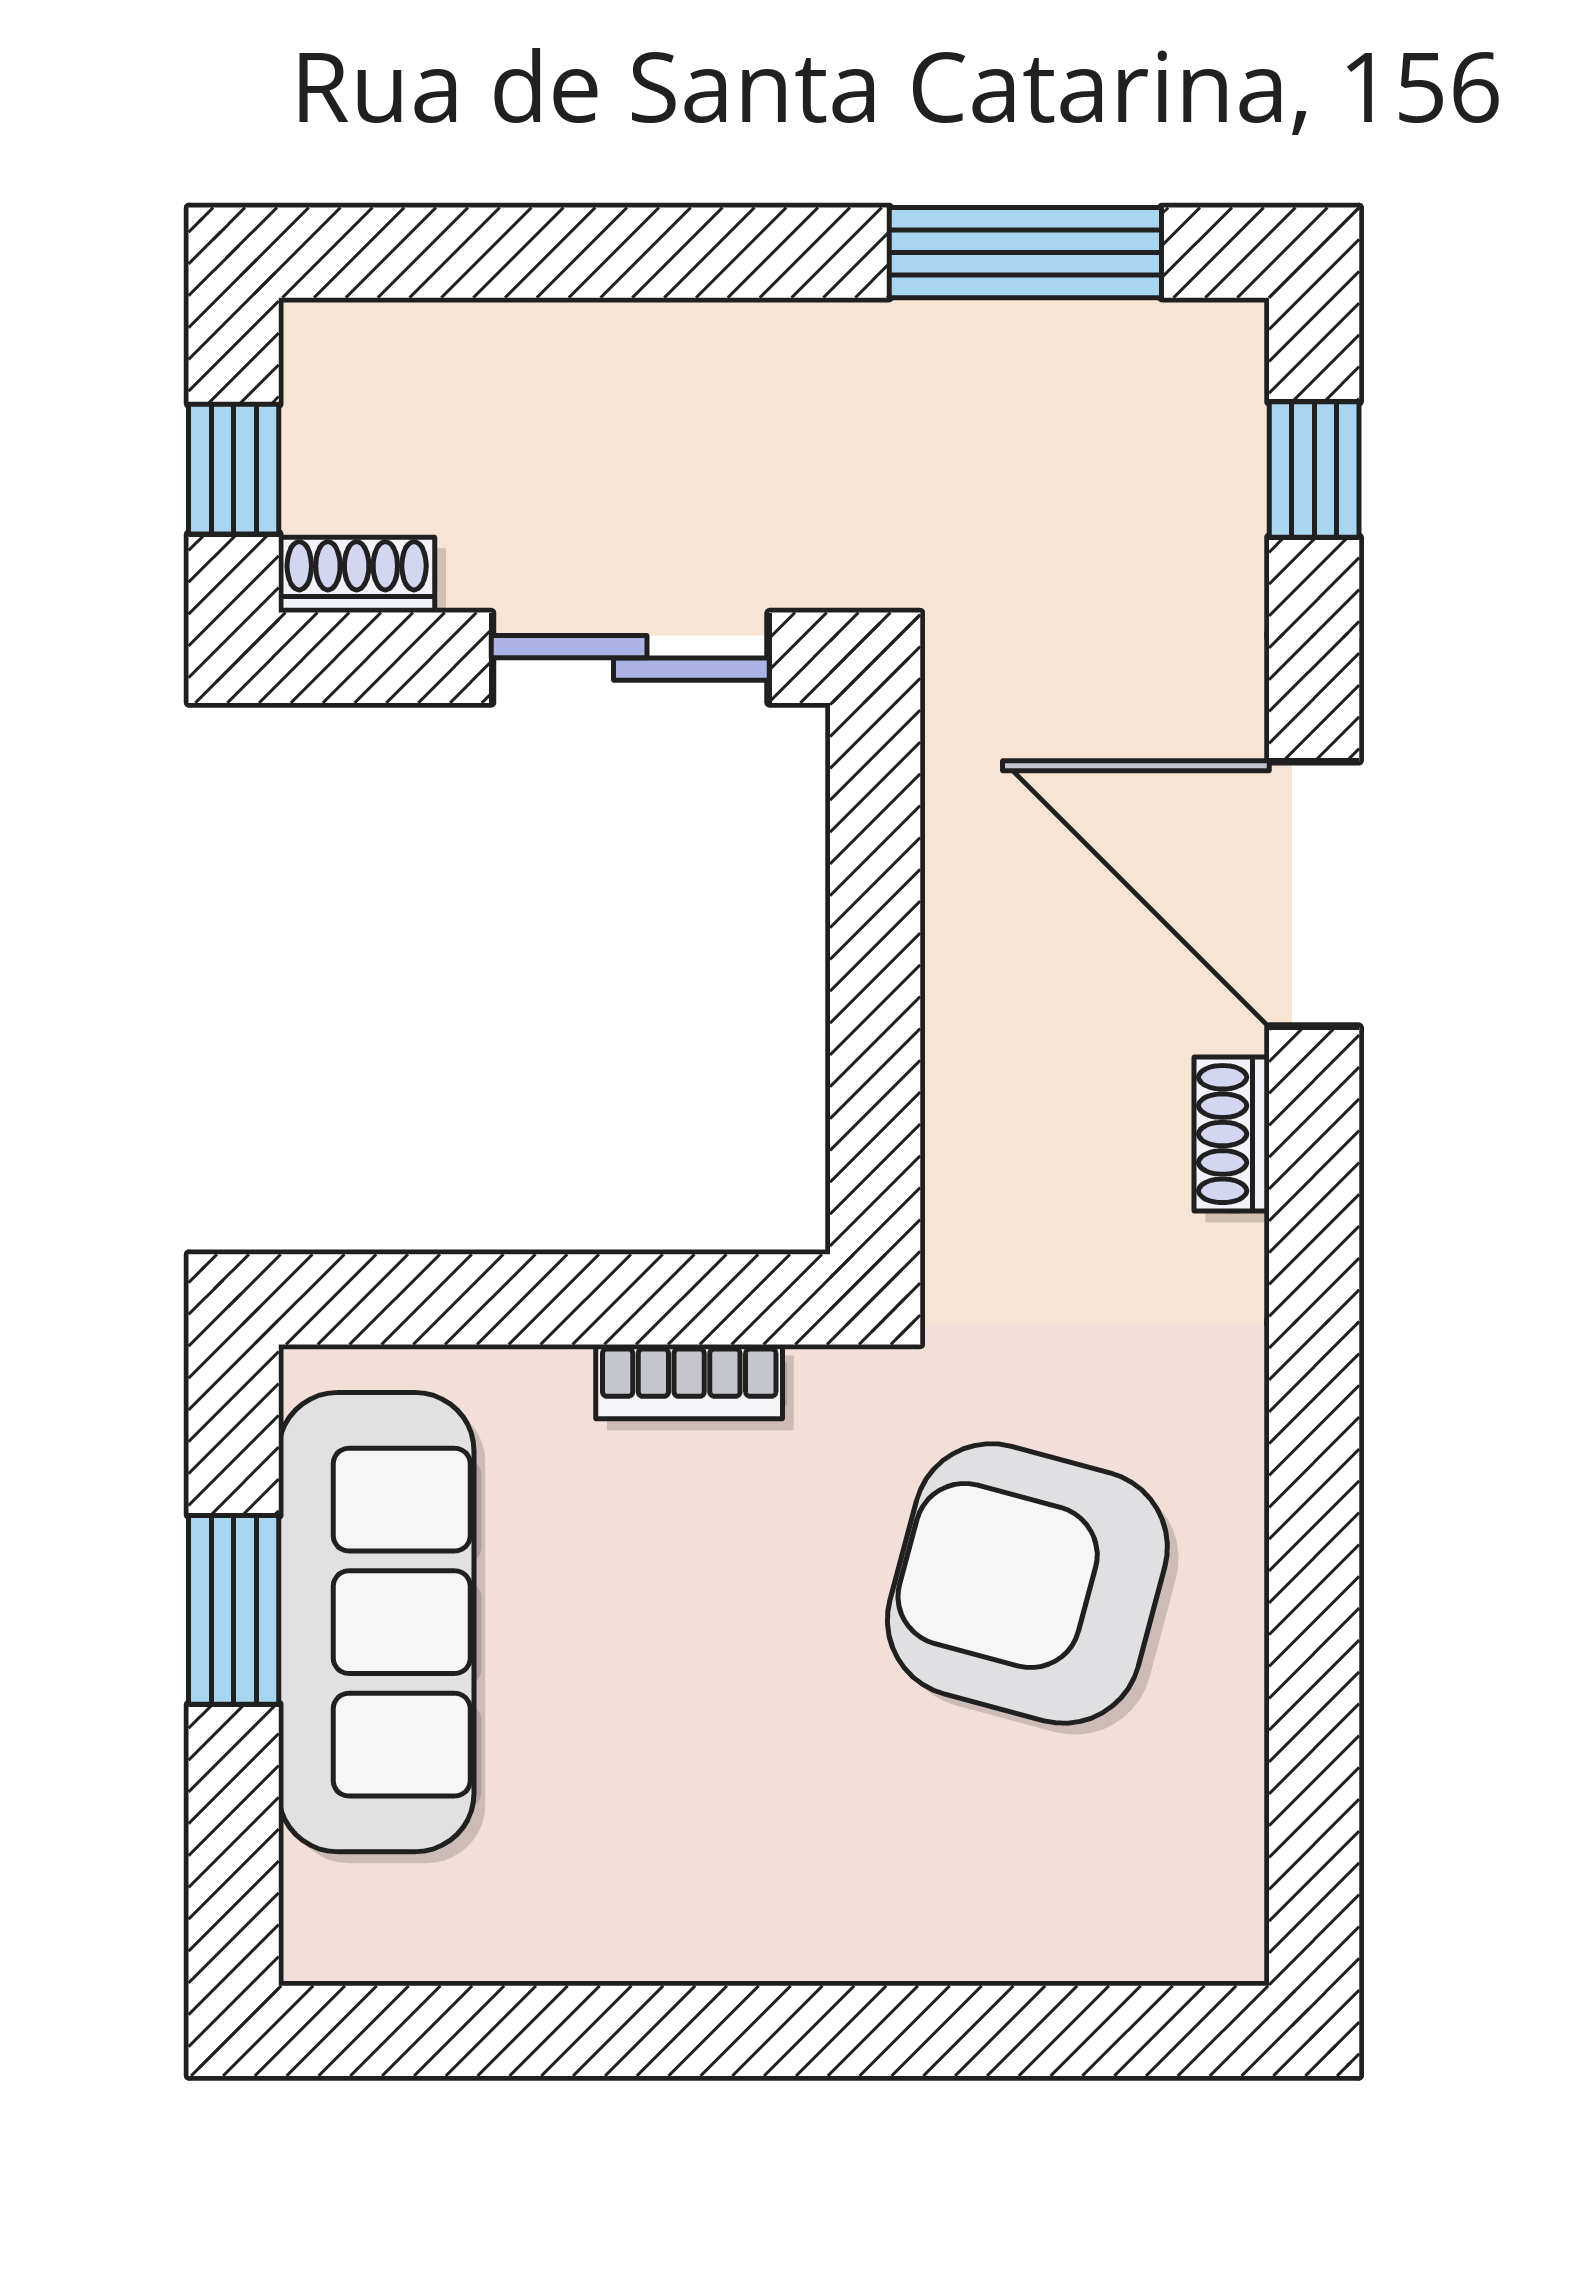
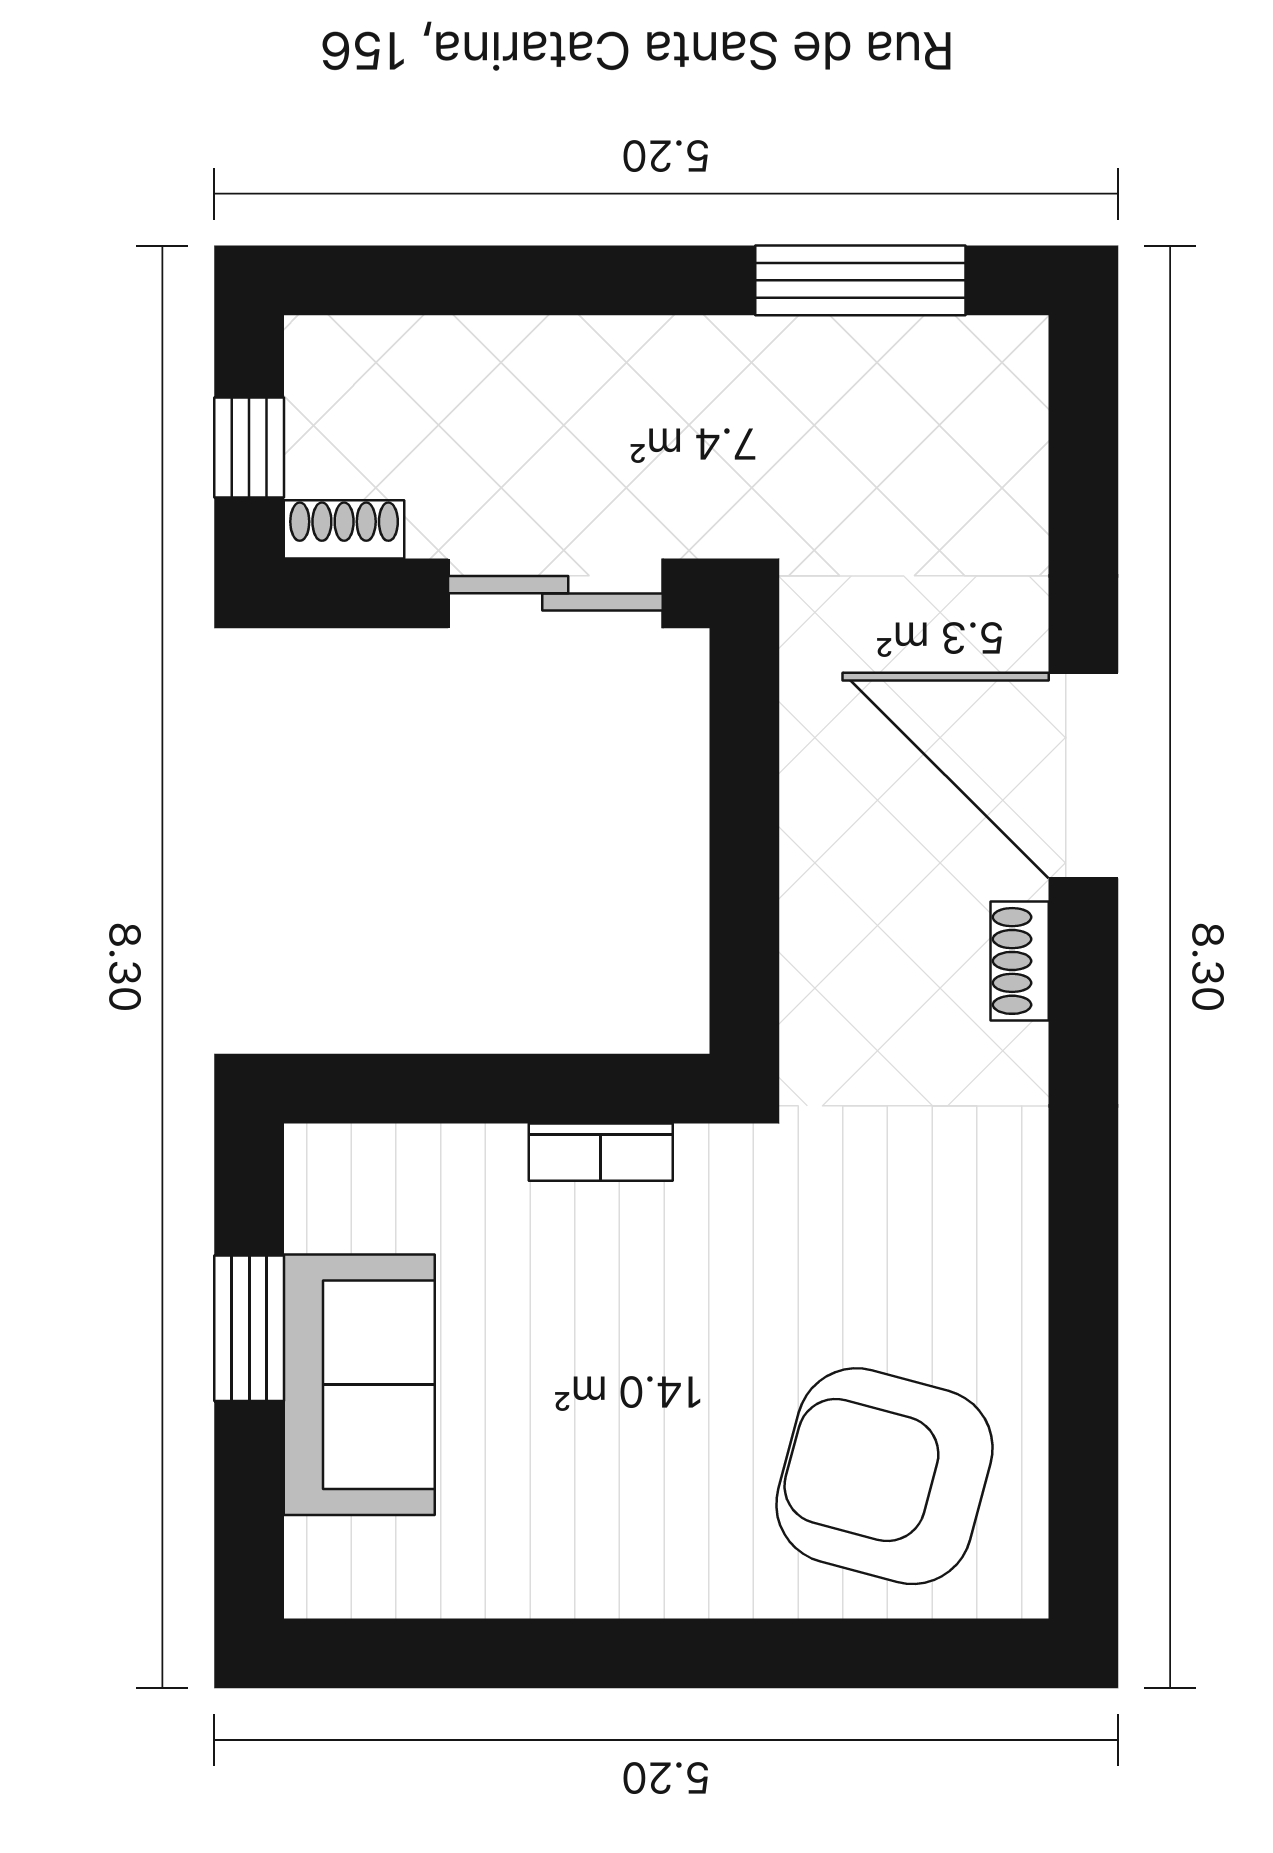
window: (1314, 469) -> (1083, 448), removed
armchair: (1027, 1583) -> (884, 1476), moved
sofa: (376, 1622) -> (359, 1385), width x0.73

